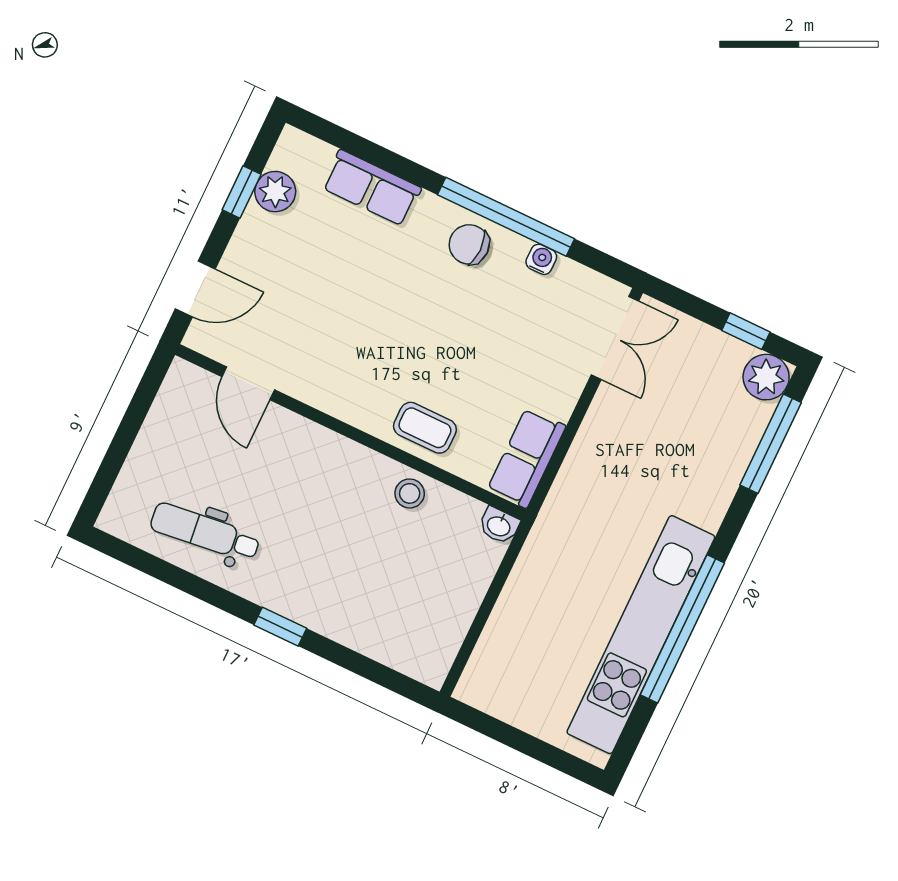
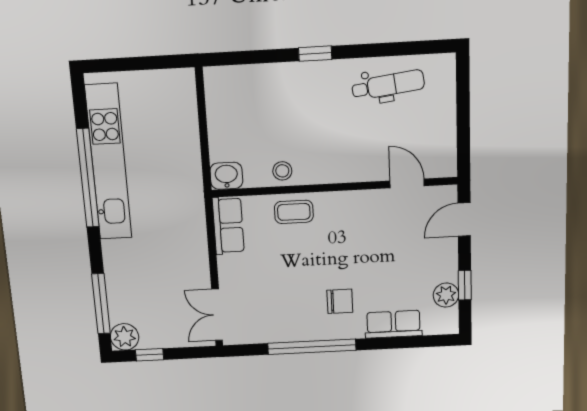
chair: (469, 244) -> (340, 301), moved
water cooler: (541, 259) -> (280, 335), removed
washbasin: (499, 526) -> (226, 176), width x1.38, depth x1.45

